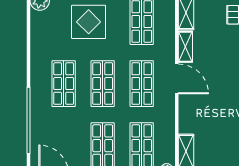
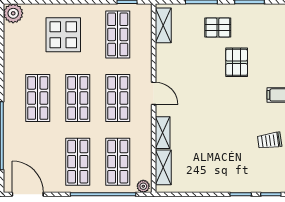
shelving: (185, 47) -> (163, 133), moved
door: (177, 79) -> (154, 93), width x0.73

